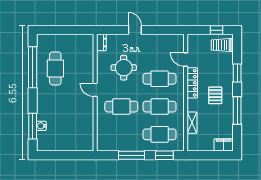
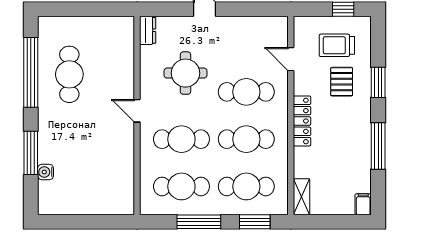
trolley: (222, 45) -> (337, 45), moved
locker: (192, 83) -> (302, 121), moved
pallet: (215, 95) -> (342, 82), moved
shelving: (192, 123) -> (302, 197), moved
window: (33, 126) -> (31, 153), moved
cafe table: (121, 134) -> (181, 186), added
filing cabinet: (224, 145) -> (363, 204), width x0.50

